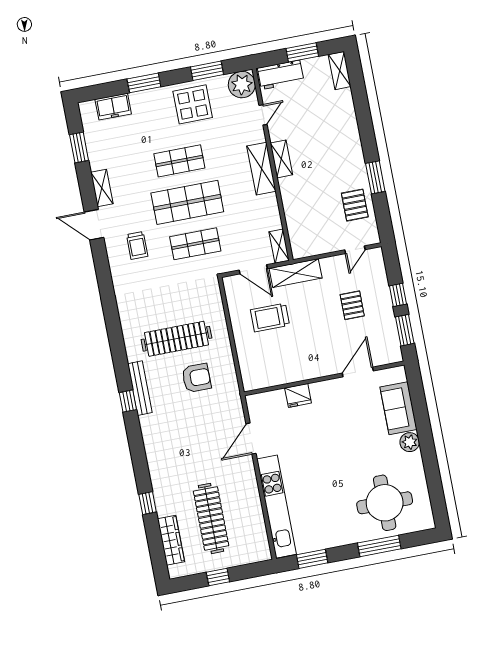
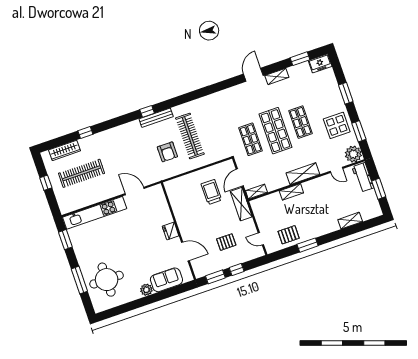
shelving: (340, 71) -> (350, 221), moved
freezer: (113, 107) -> (320, 63), moved, turned -90
shelving: (281, 159) -> (291, 192), moved
trolley: (137, 245) -> (244, 103), removed
fridge: (298, 395) -> (171, 231), moved

